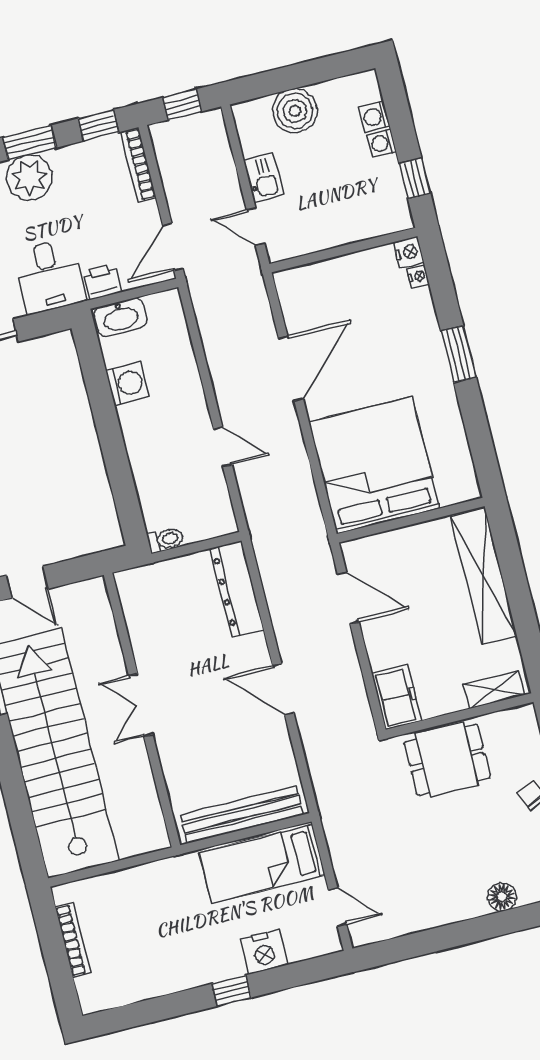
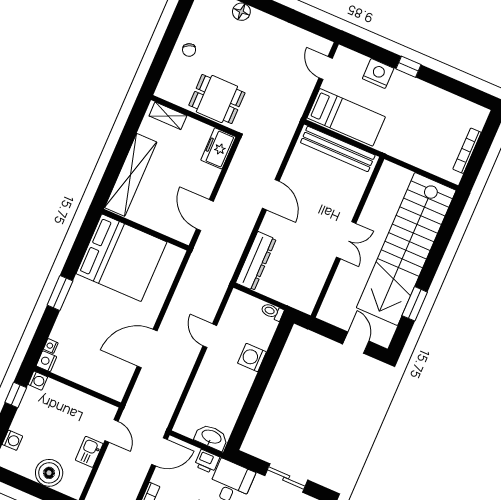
washing machine: (382, 143) -> (38, 381), moved
washing machine: (127, 383) -> (252, 358), moved
bed: (374, 465) -> (121, 258), moved, turned -90

